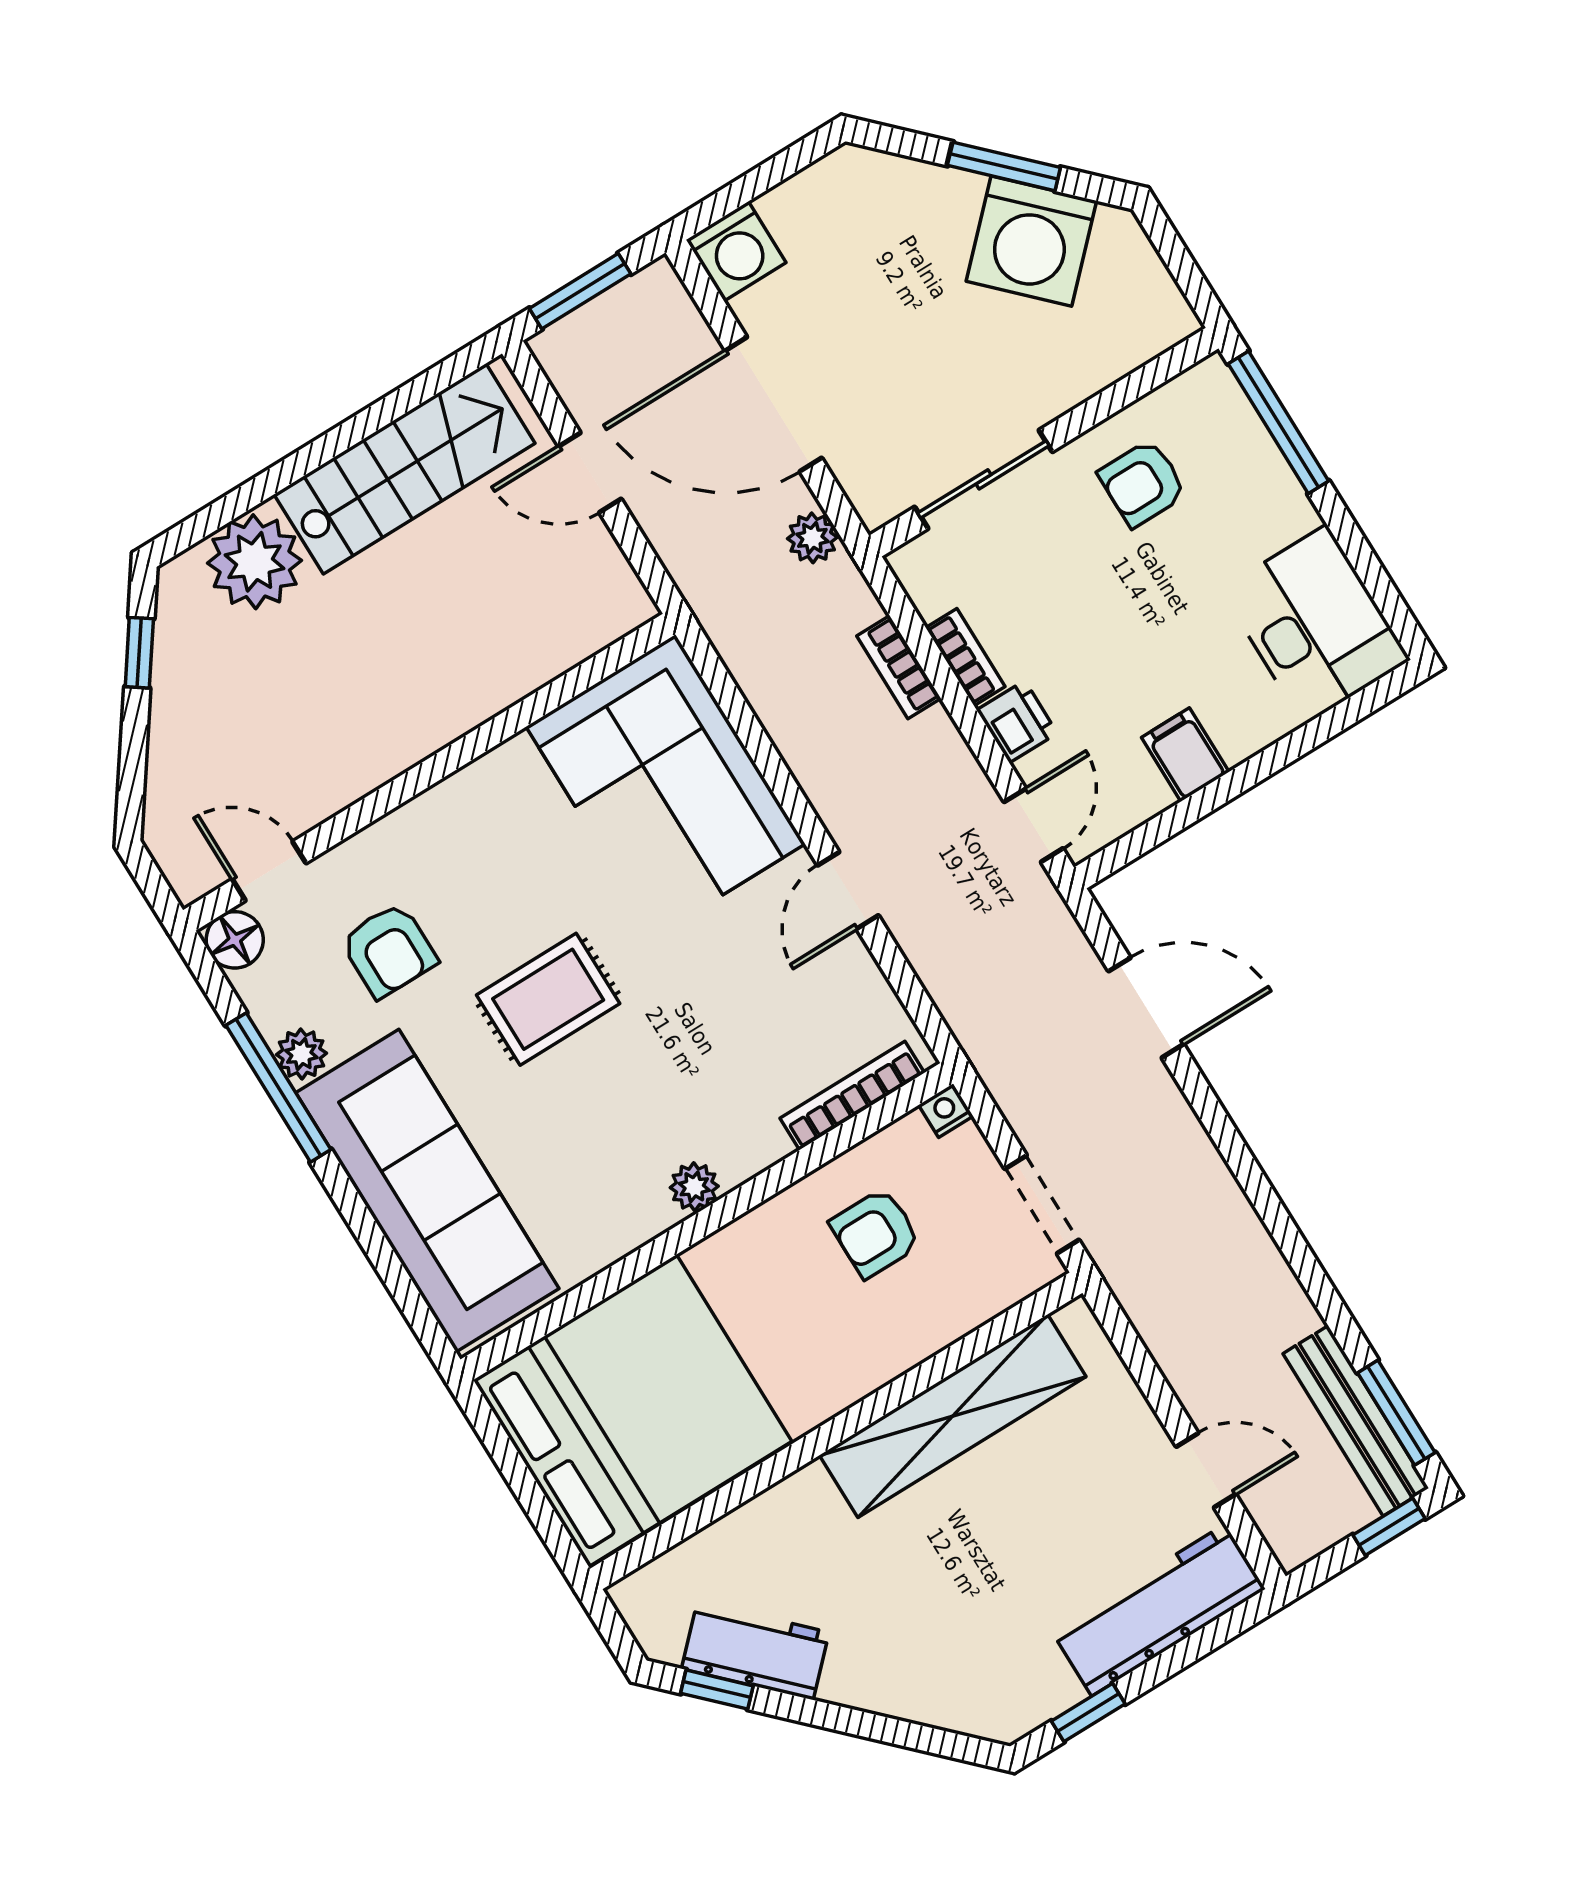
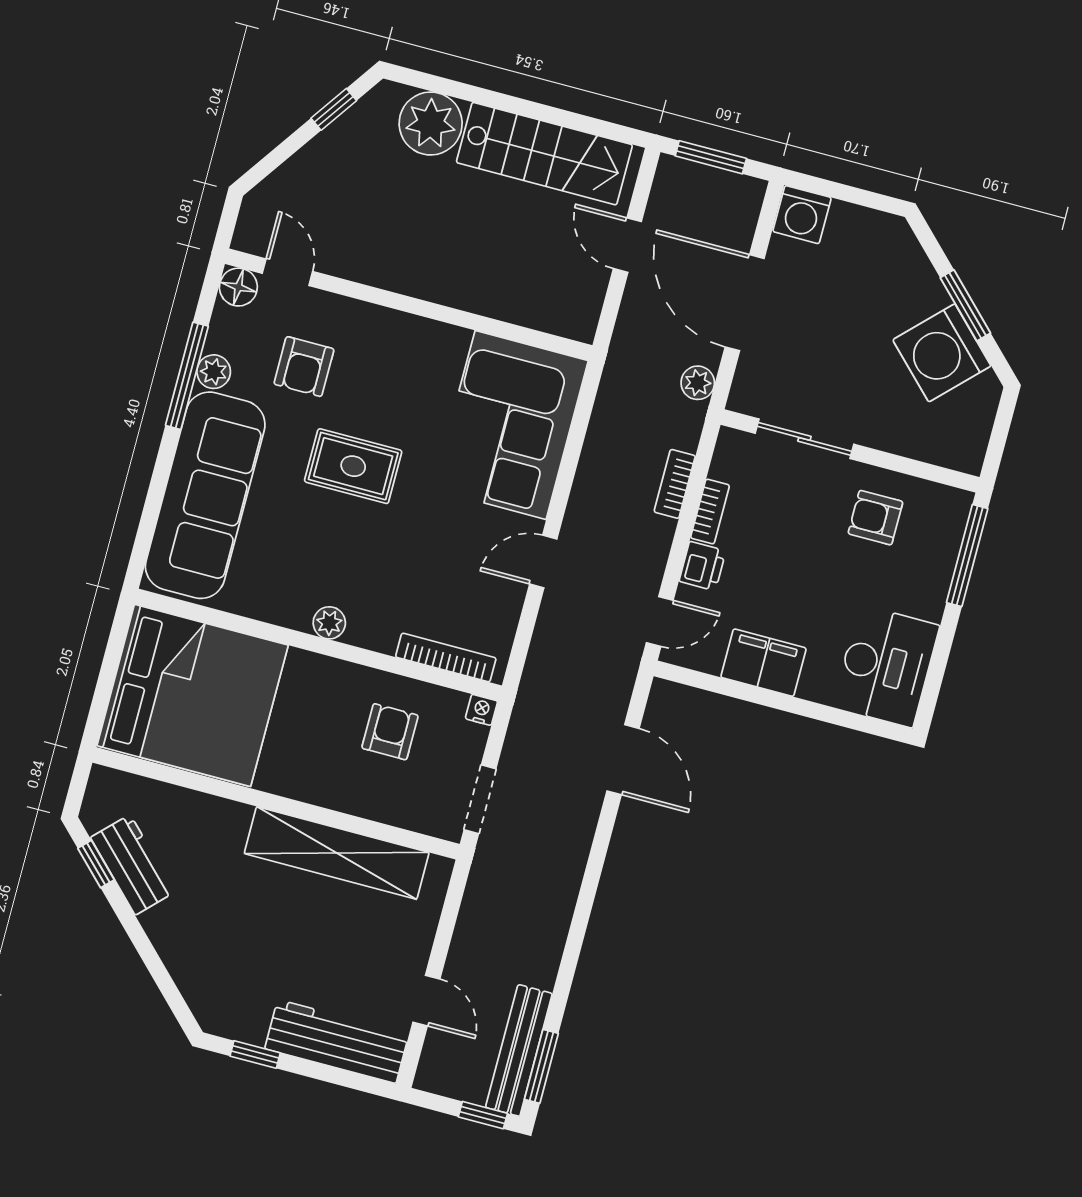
filing cabinet: (1185, 755) -> (764, 663), width x2.00
armchair: (875, 1233) -> (390, 732), turned 90

